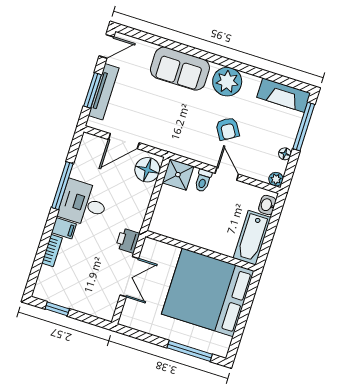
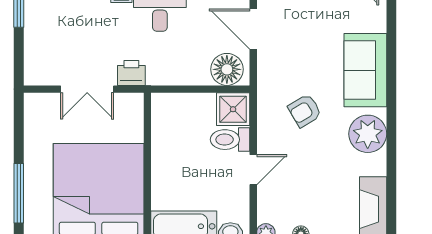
armchair: (228, 129) -> (305, 111), moved
toilet: (203, 181) -> (230, 140), width x1.37, depth x1.39

